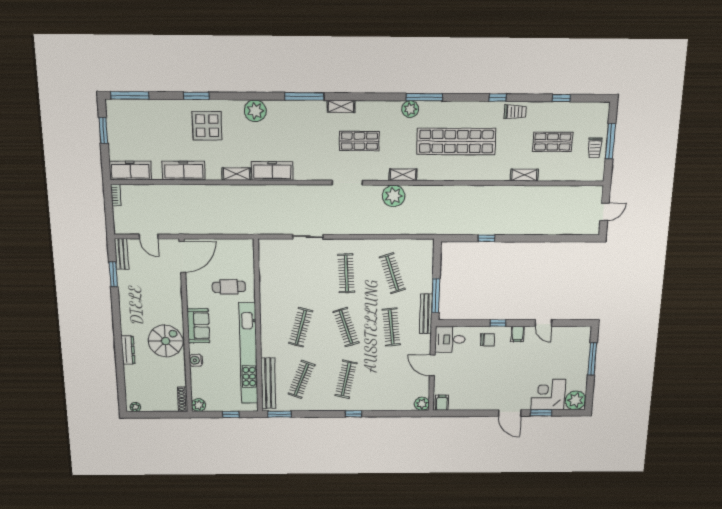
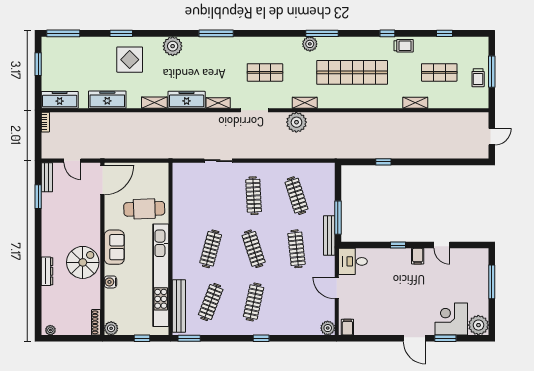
shelving: (341, 106) -> (218, 103), moved
cafe table: (229, 287) -> (144, 209), width x1.37, depth x1.35
chair: (488, 340) -> (389, 262), removed

